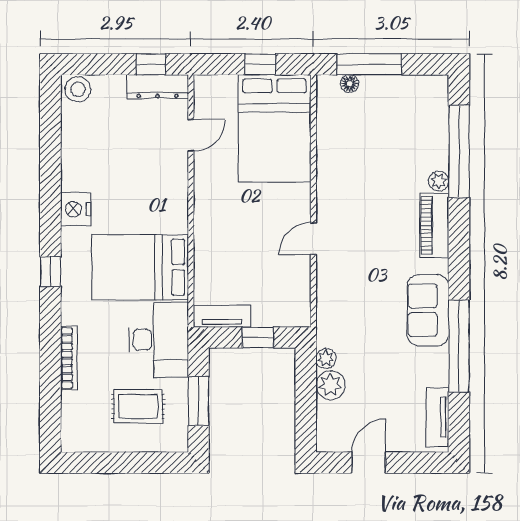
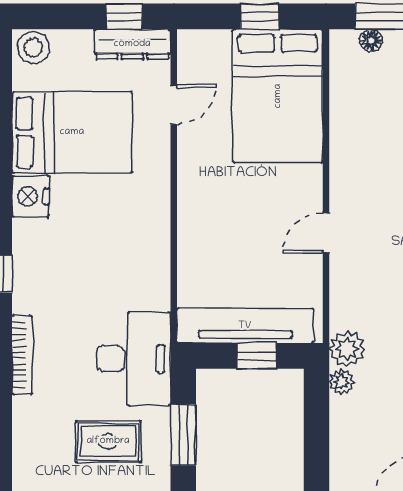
bed: (140, 267) -> (72, 132), moved, turned 180
tv unit: (222, 316) -> (245, 326), width x1.92, depth x1.29
bookcase: (69, 358) -> (22, 355), moved
plant: (330, 385) -> (347, 349), moved

